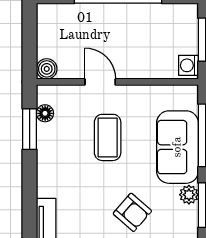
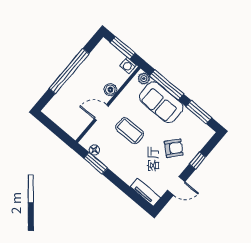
boiler: (47, 69) -> (110, 90), moved
plant: (189, 195) -> (144, 79), moved

